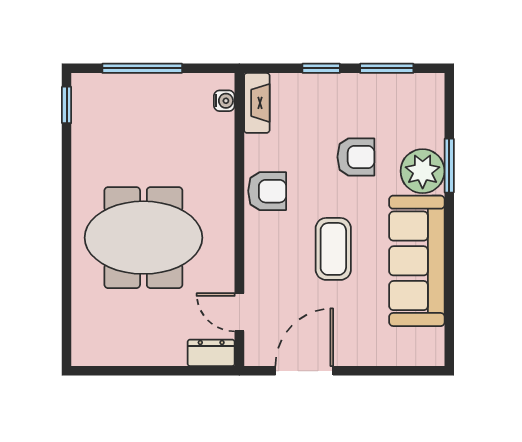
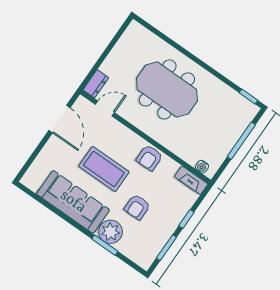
meeting table: (143, 238) -> (167, 89), turned 90
coffee table: (333, 249) -> (104, 169), width x1.36, depth x1.32

